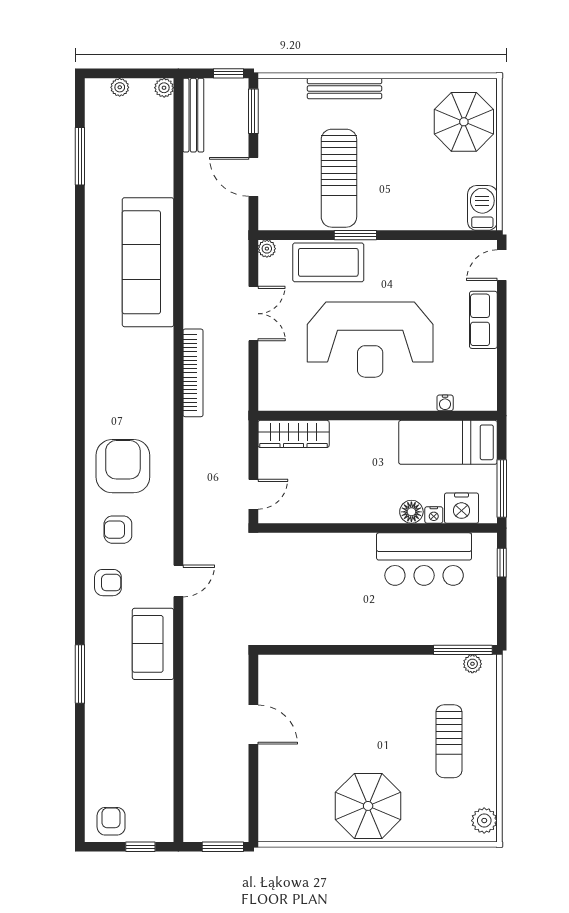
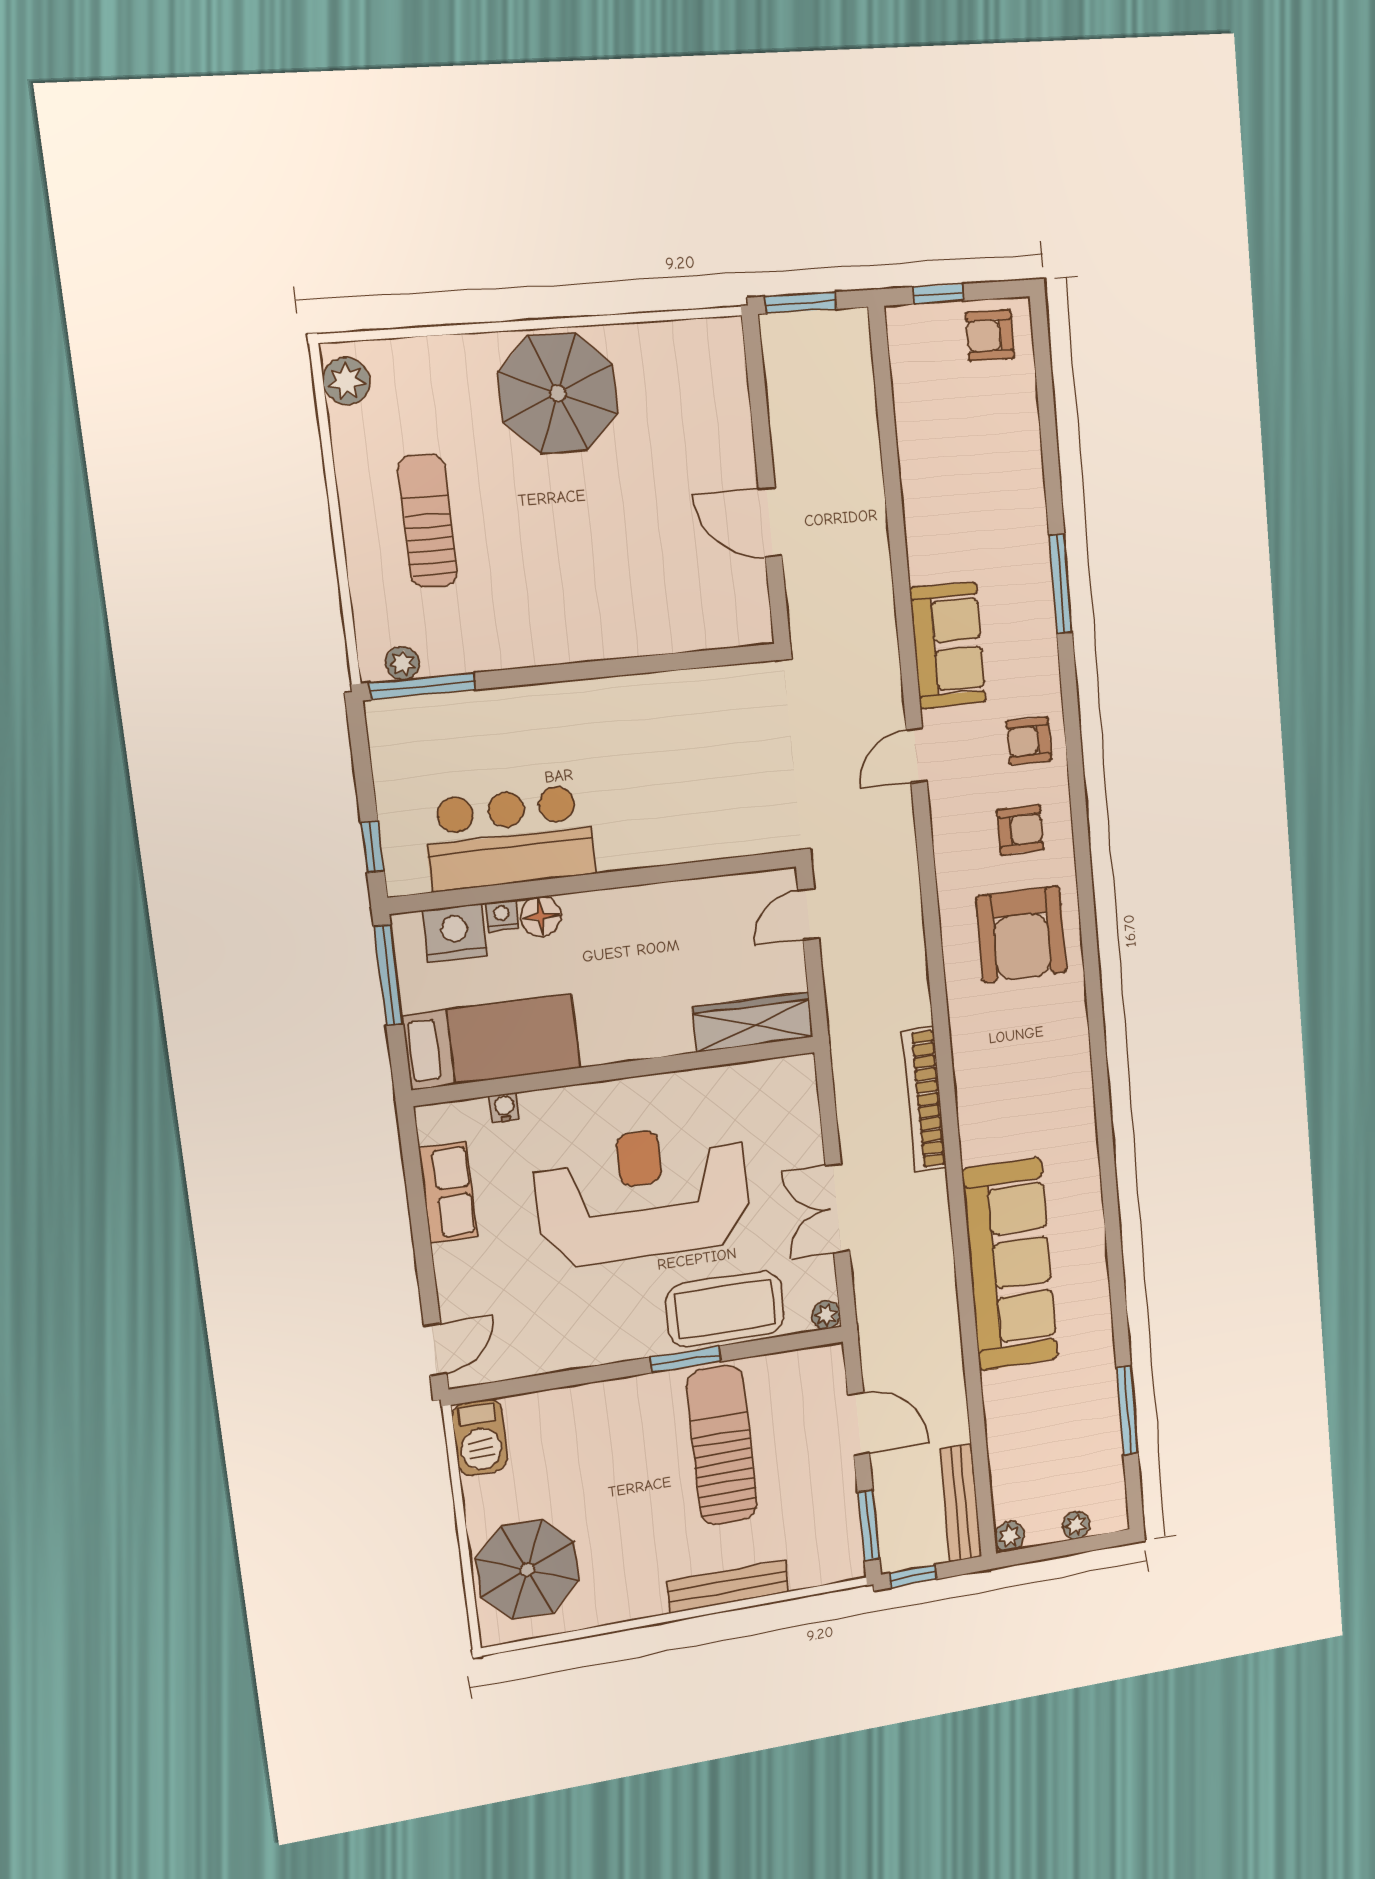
row of seats: (483, 320) -> (448, 1192), moved
armchair: (111, 821) -> (990, 335), turned 90

